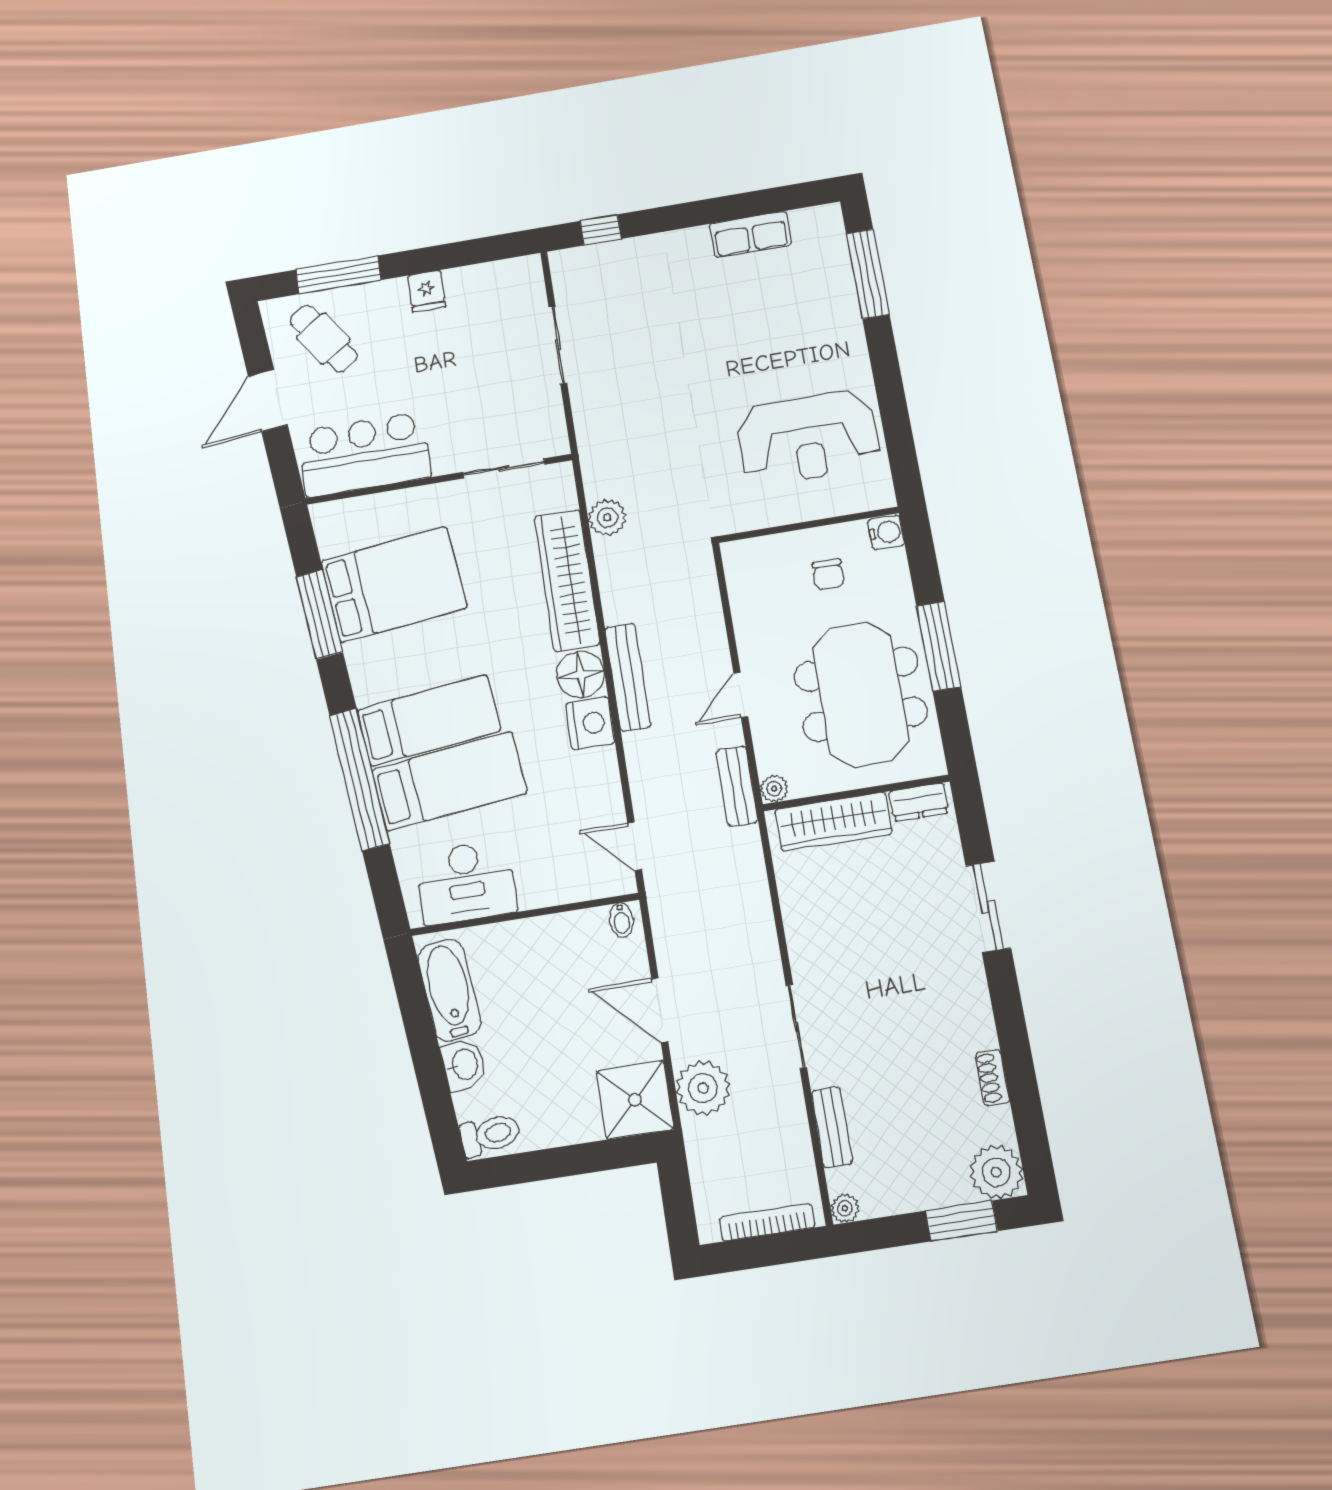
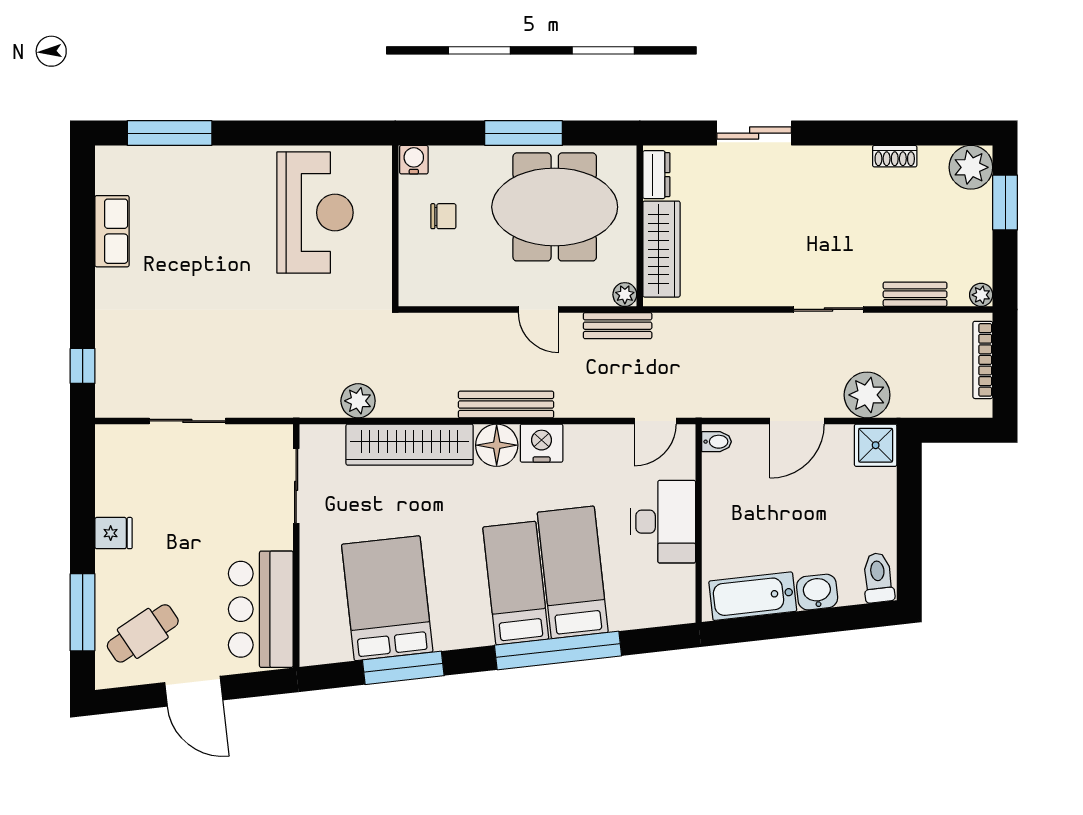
desk: (466, 882) -> (663, 522), moved
shower: (635, 1100) -> (876, 445), width x0.73, depth x0.73

